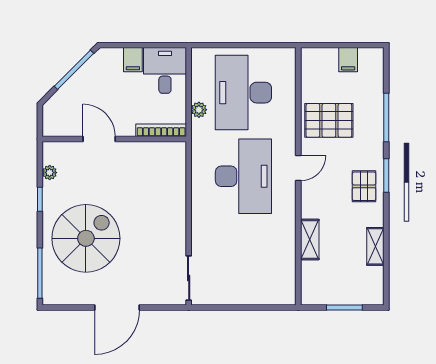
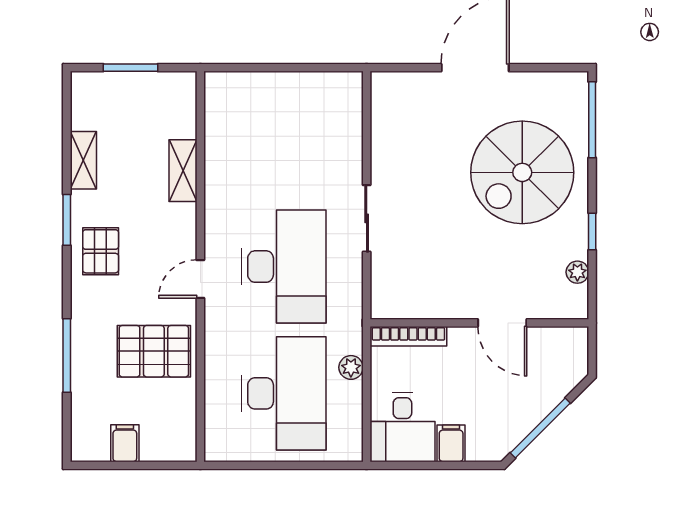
desk: (243, 176) -> (283, 267), turned 180
window: (386, 176) -> (67, 220), moved
sliding door: (189, 278) -> (367, 218), moved

